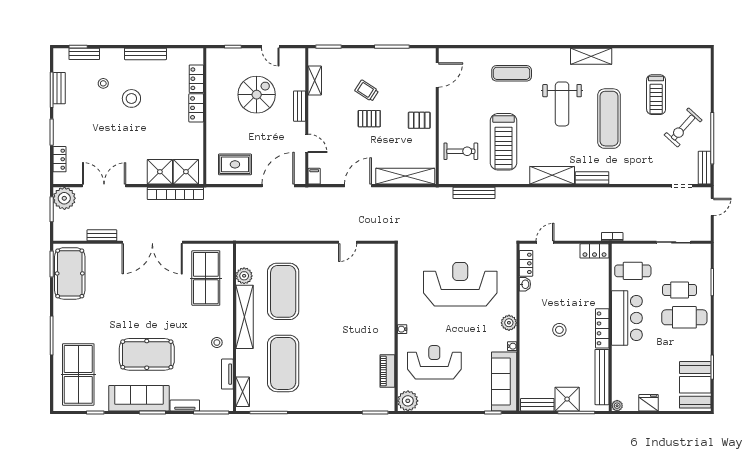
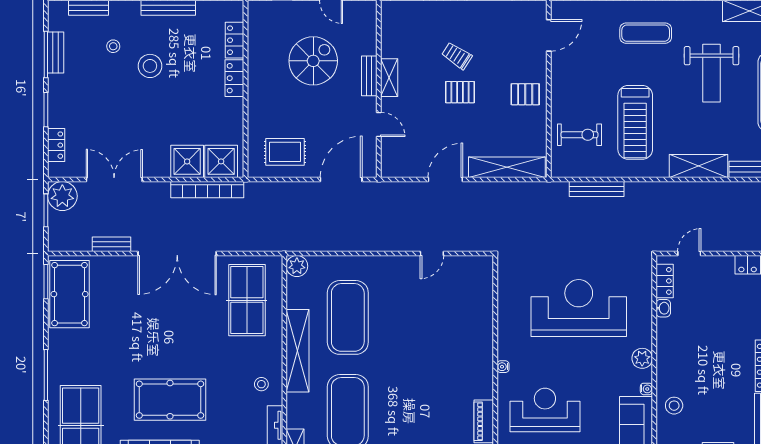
shelving: (315, 81) -> (389, 78), moved
filing cabinet: (314, 176) -> (388, 167), removed
plant: (244, 276) -> (297, 266), moved
stool: (559, 330) -> (674, 406), moved

